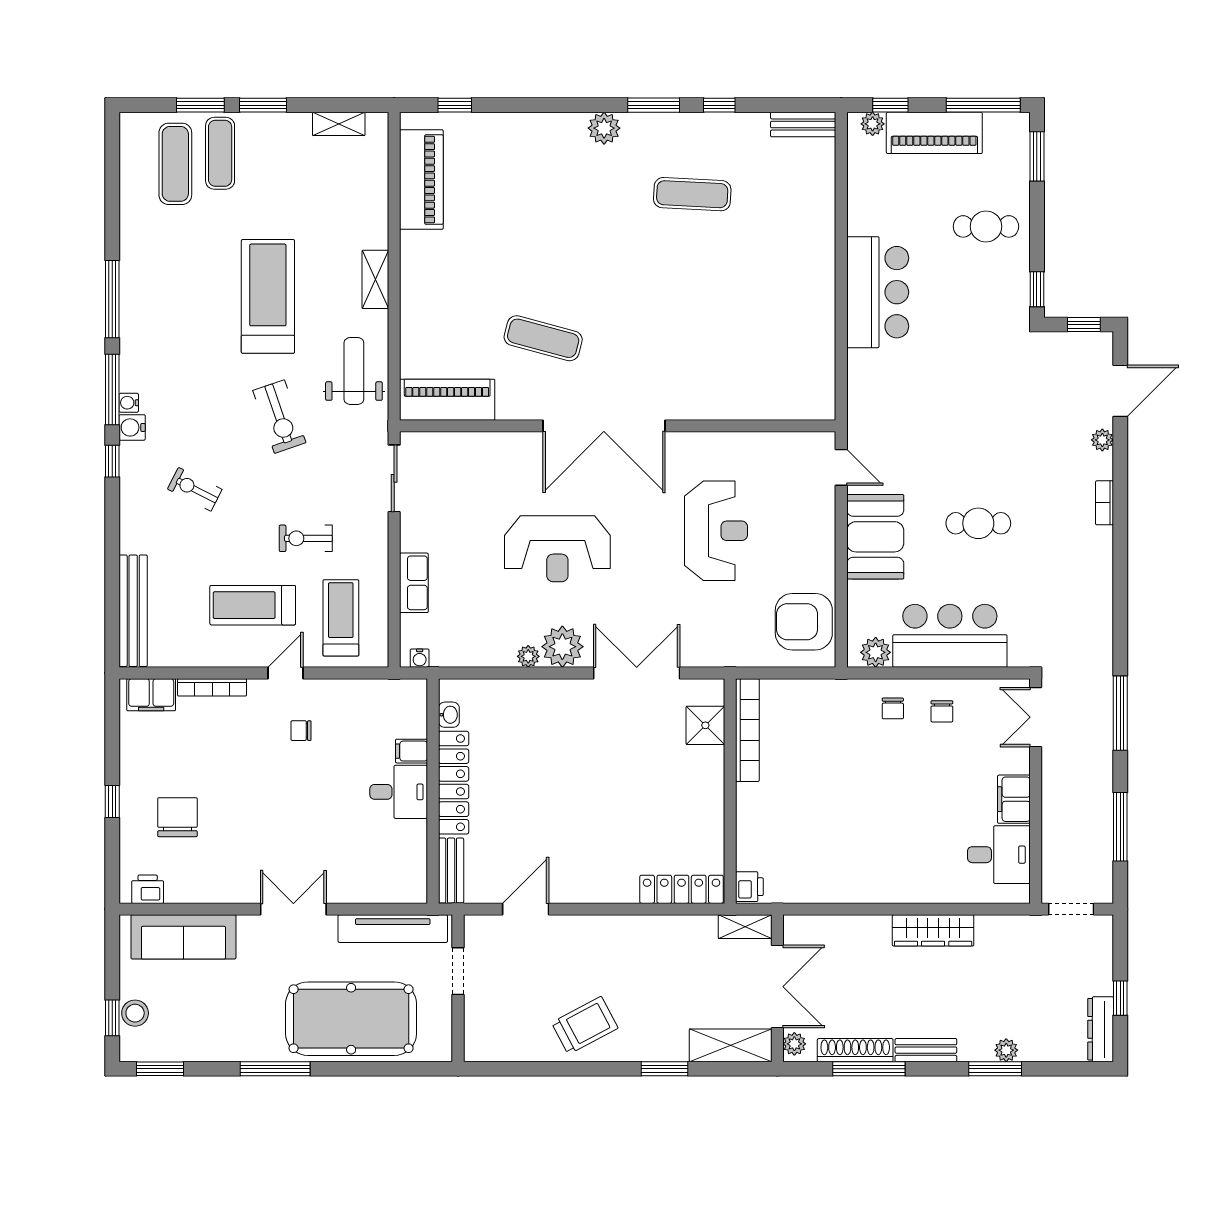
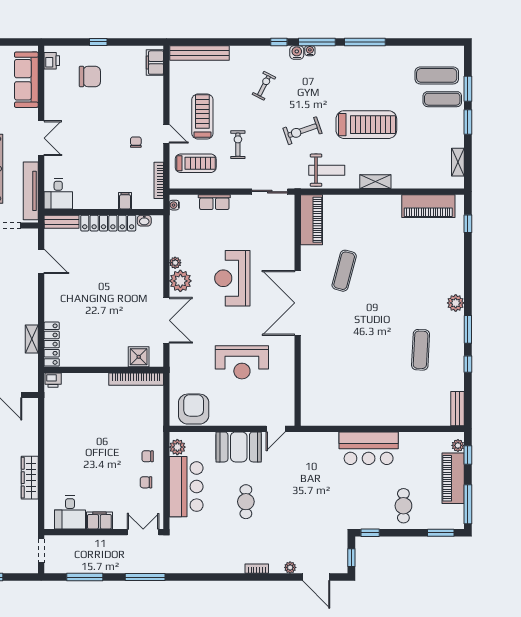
bookcase: (212, 687) -> (159, 180), moved
desk: (399, 792) -> (58, 194), moved
shelving: (745, 927) -> (32, 339), moved

